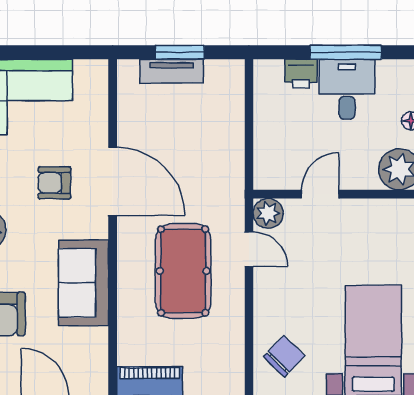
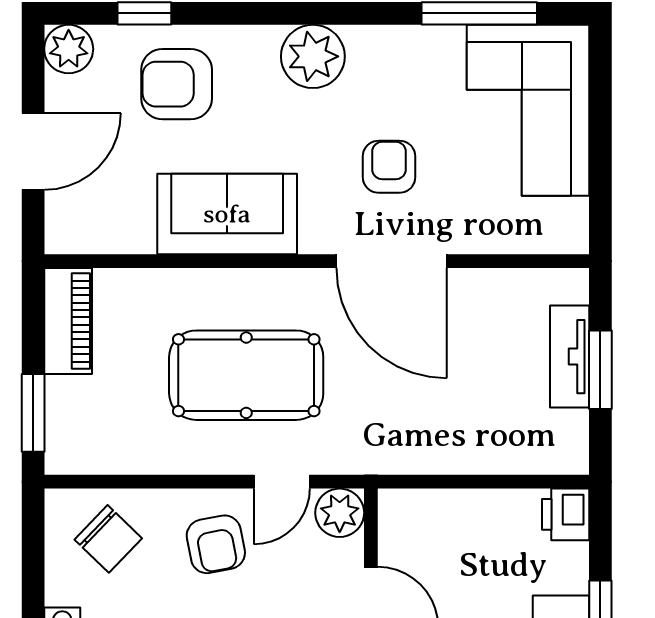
printer: (301, 74) -> (566, 514), moved
door: (113, 181) -> (391, 261), hinge flipped
armchair: (288, 290) -> (216, 544), added

